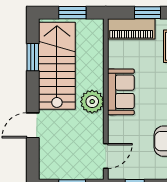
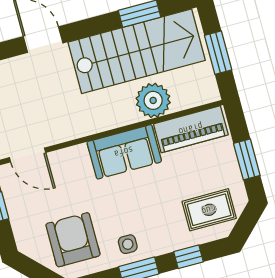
piano: (131, 29) -> (191, 129), moved, turned -90
plant: (92, 102) -> (153, 100), moved

